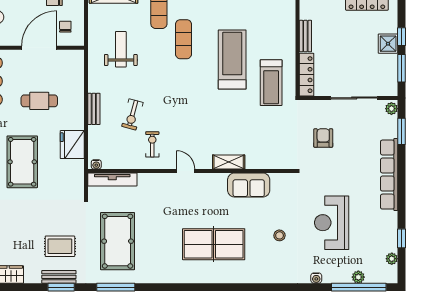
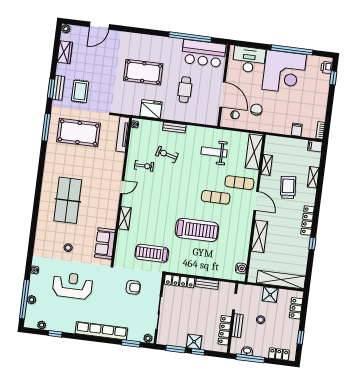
weight bench: (121, 49) -> (214, 152), turned 180
treadmill: (271, 83) -> (152, 253), moved
sofa: (249, 185) -> (105, 243), moved

